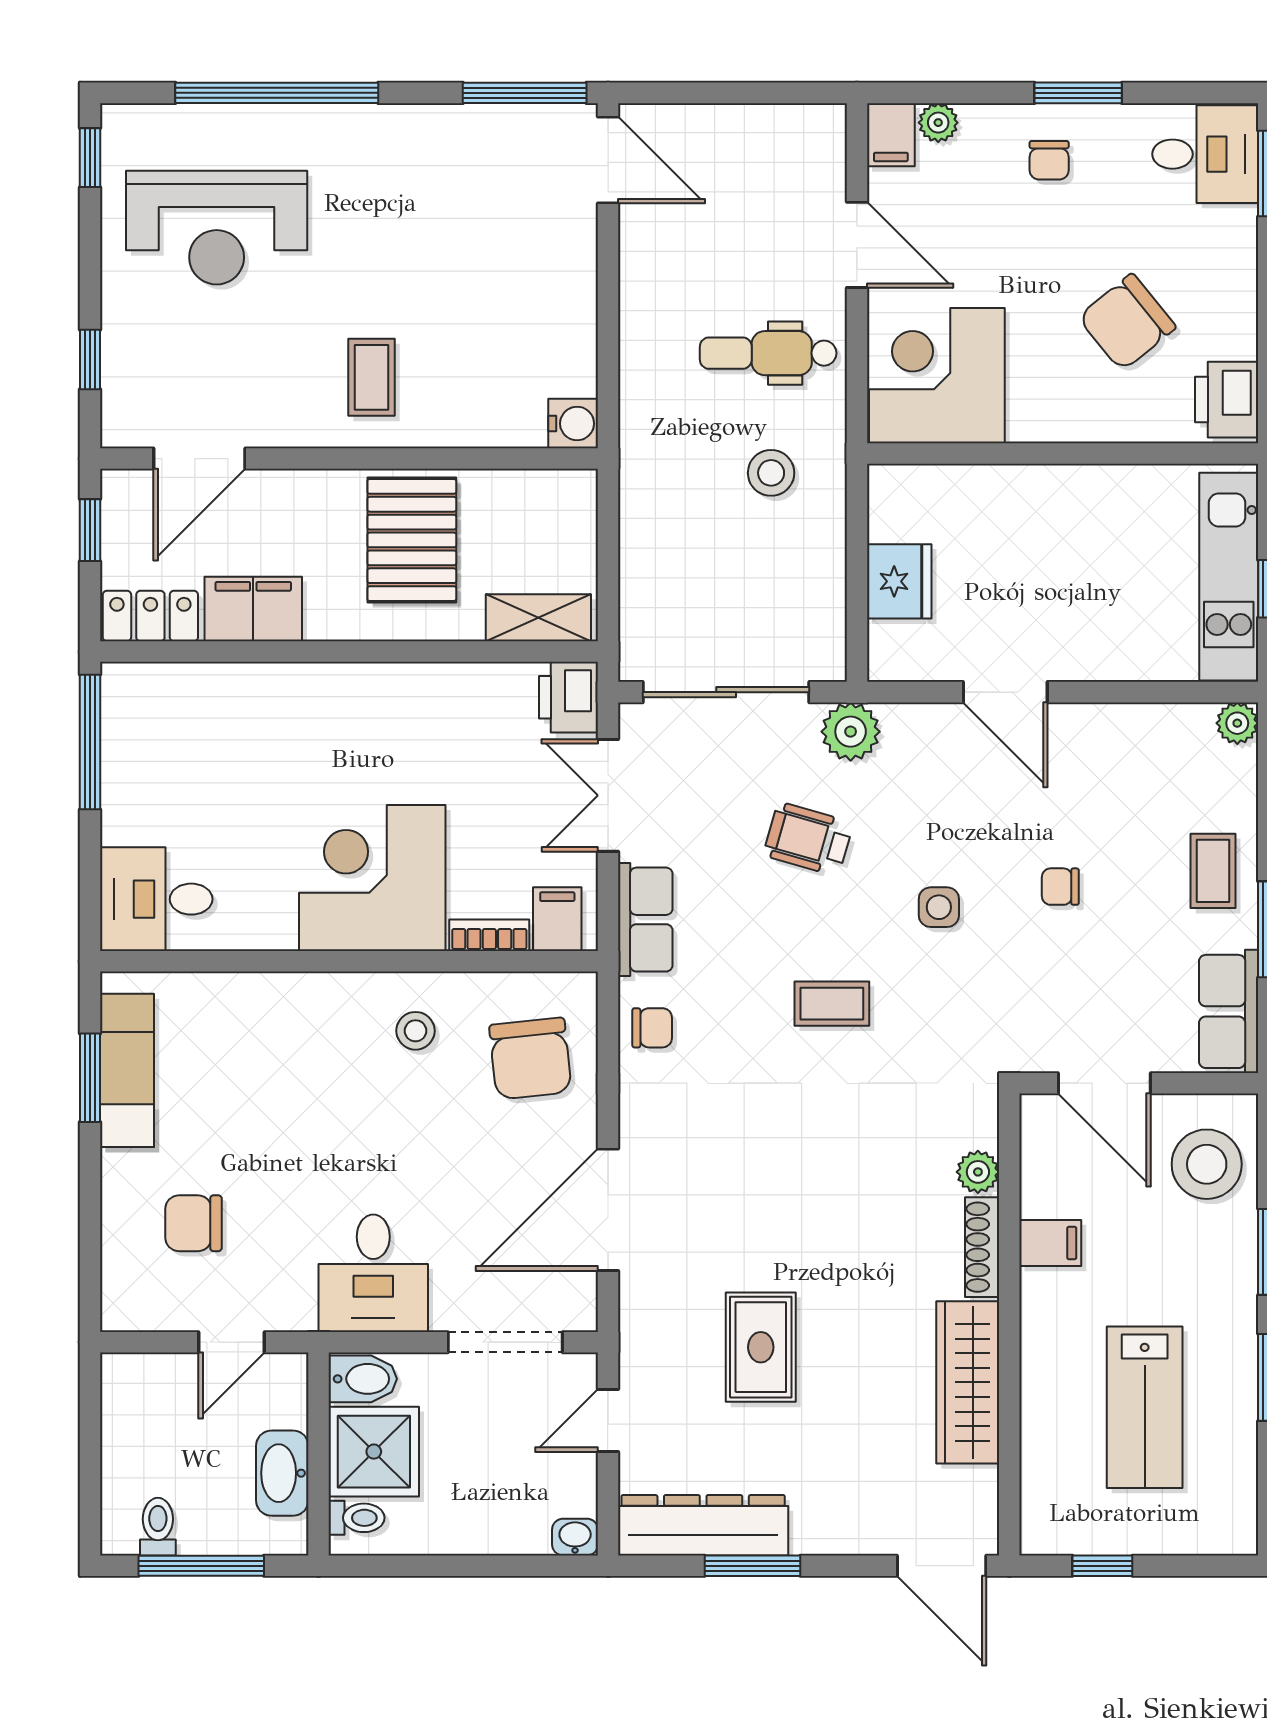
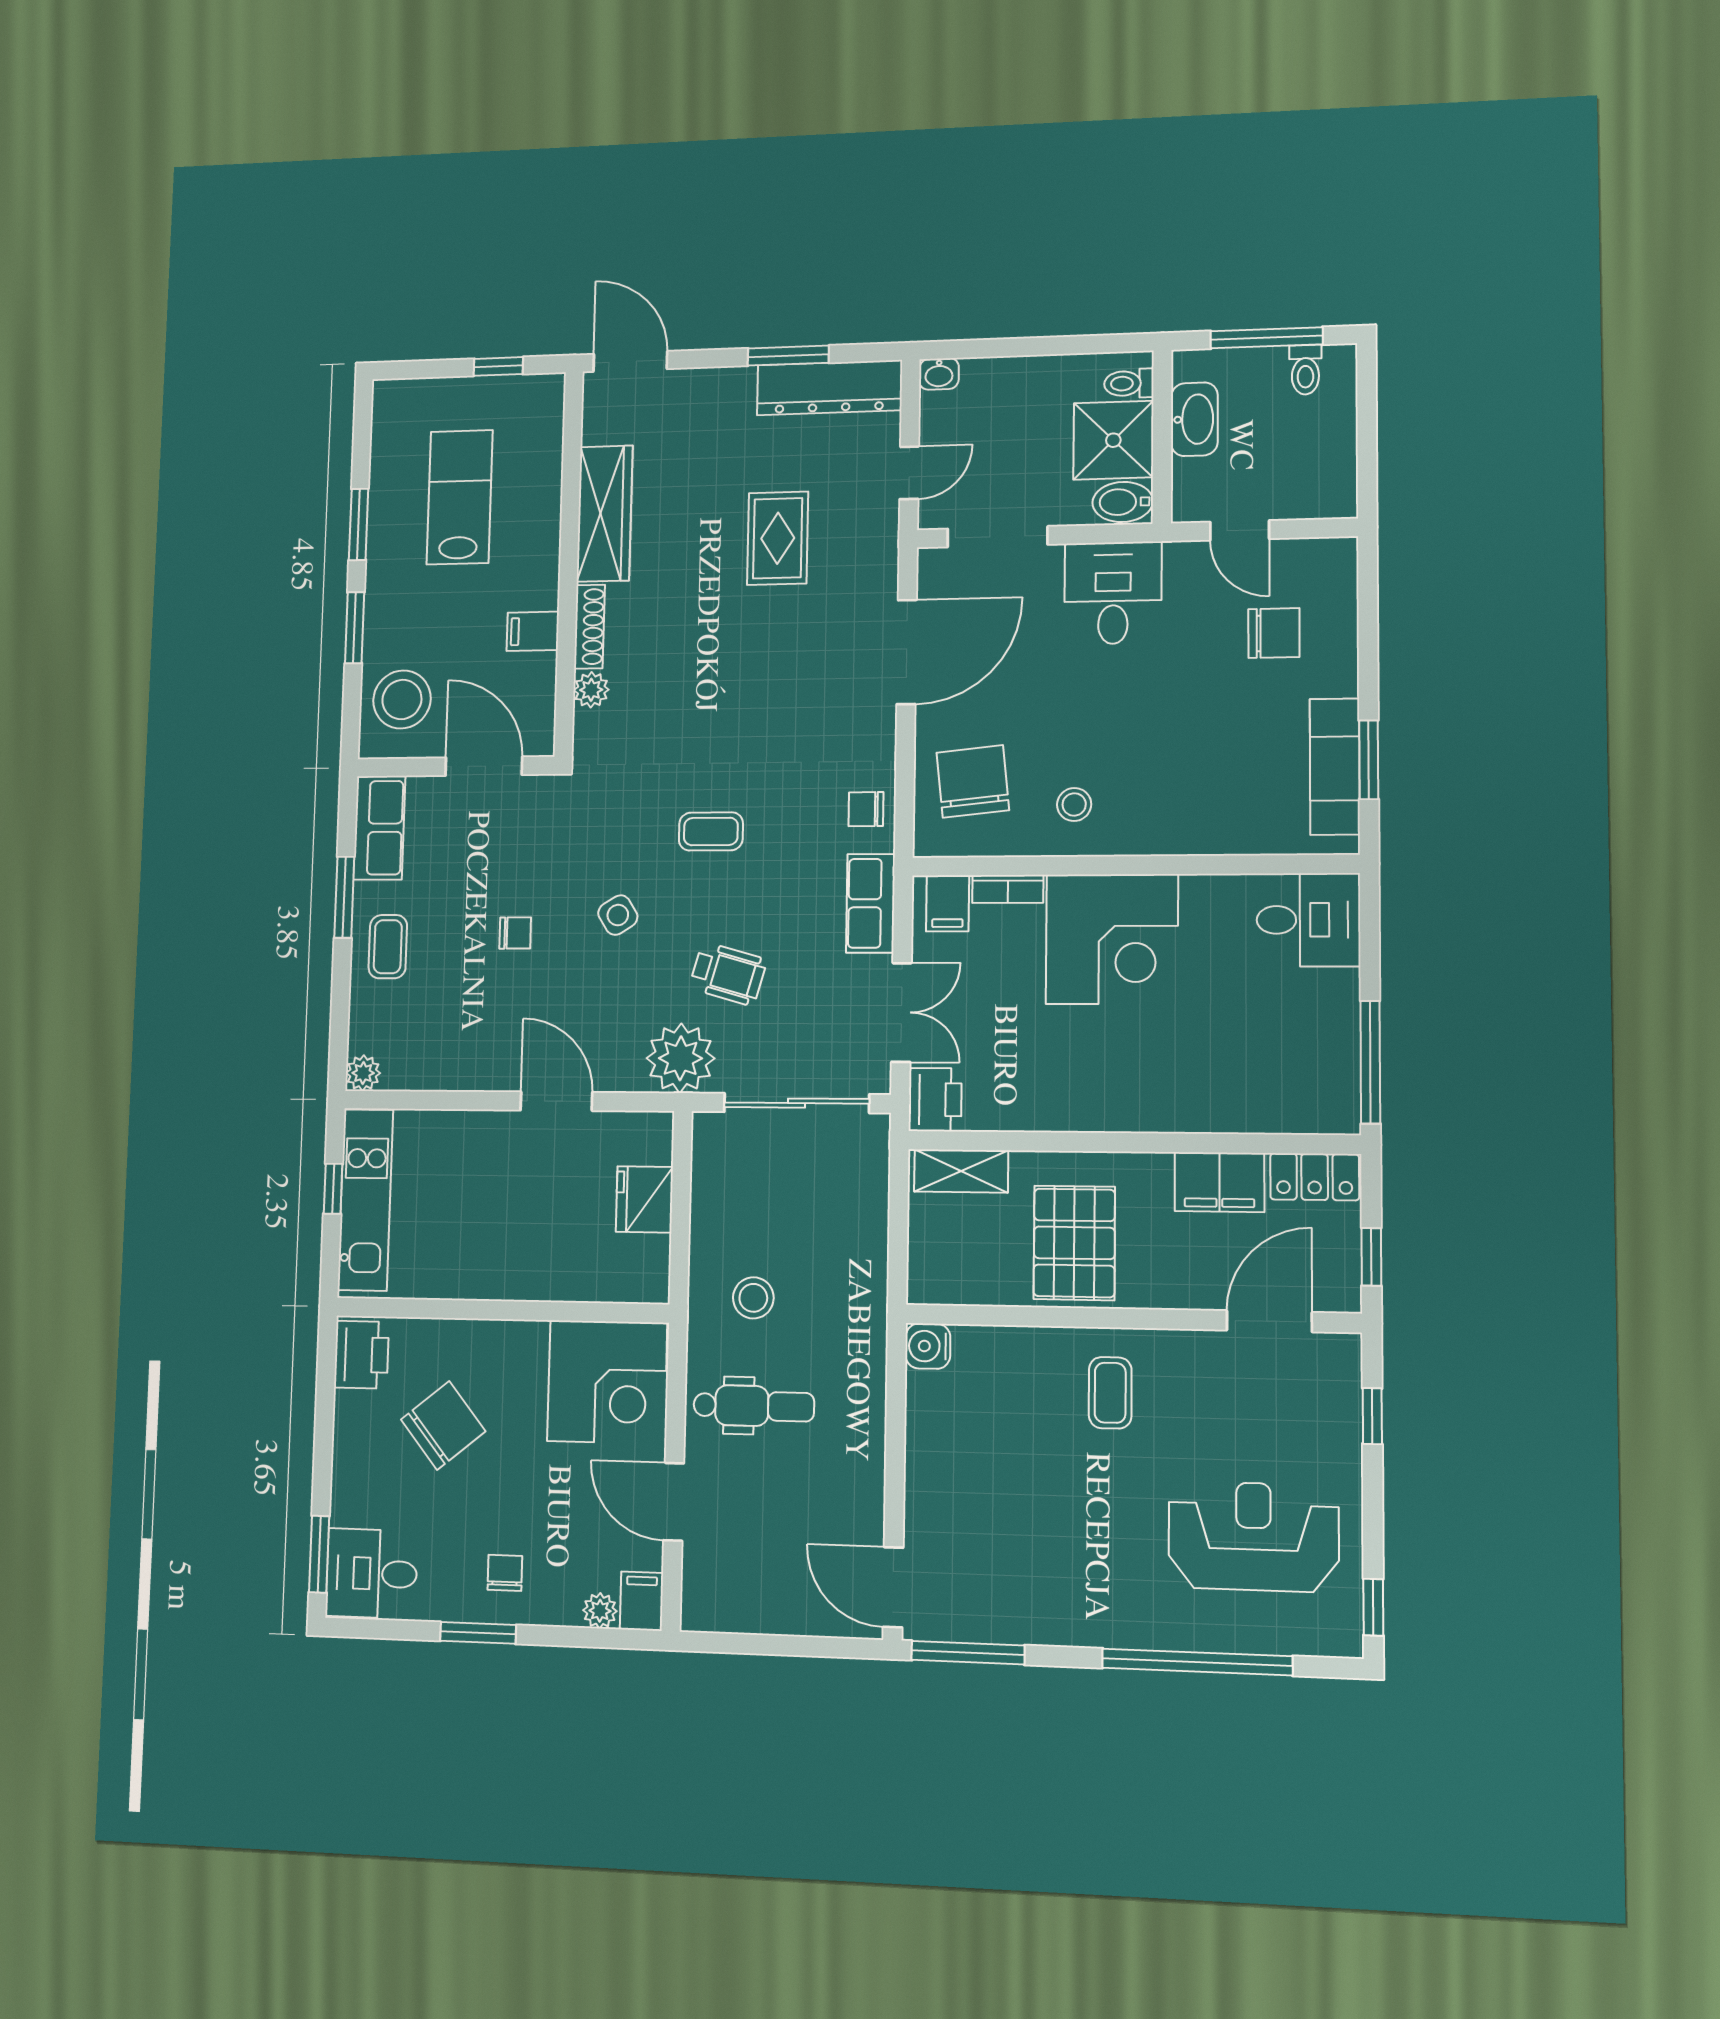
plant: (851, 732) -> (681, 1058), width x1.36, depth x1.36
side table: (939, 907) -> (618, 915), turned -32
door: (231, 1342) -> (1240, 530), swing flipped

